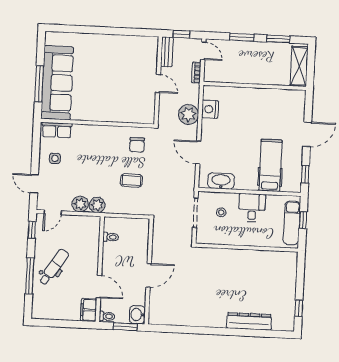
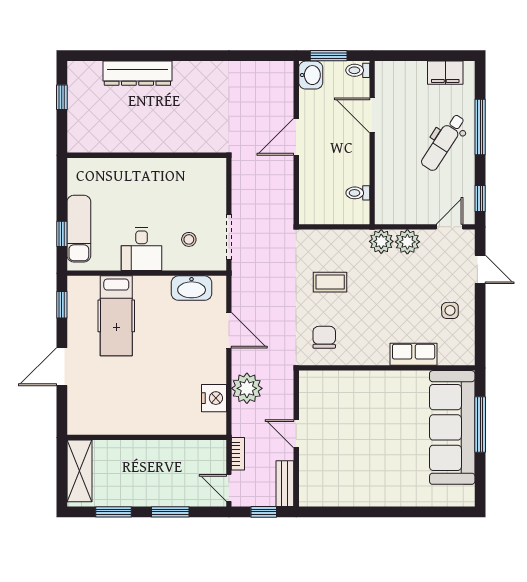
row of seats: (57, 130) -> (414, 354), moved
wall: (247, 248) -> (147, 155), moved
filing cabinet: (89, 310) -> (445, 73), moved, turned 90

